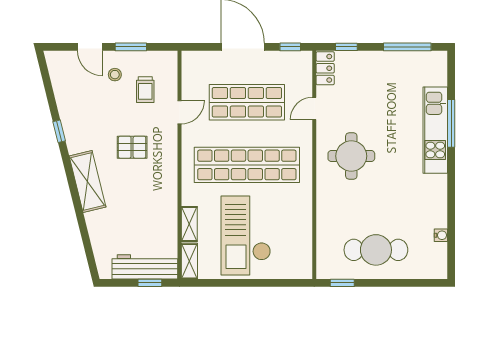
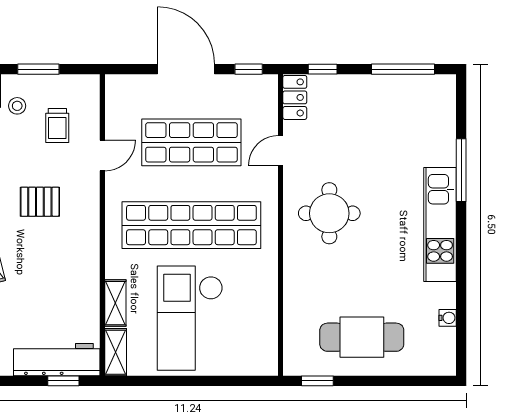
kitchen unit: (435, 130) -> (440, 225), moved

